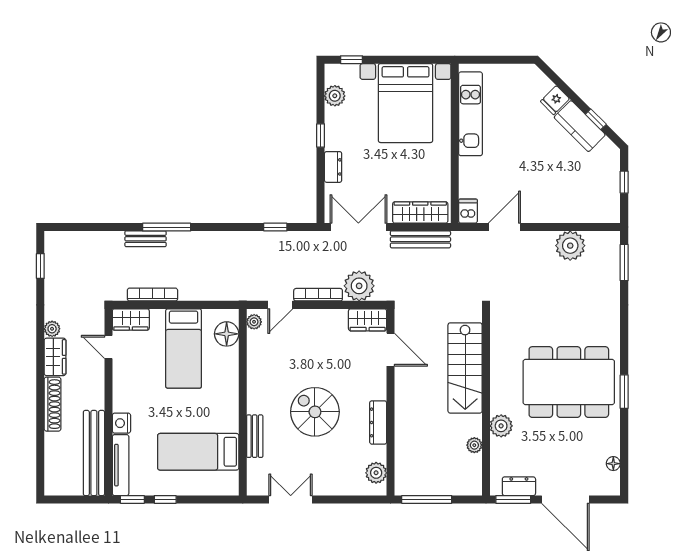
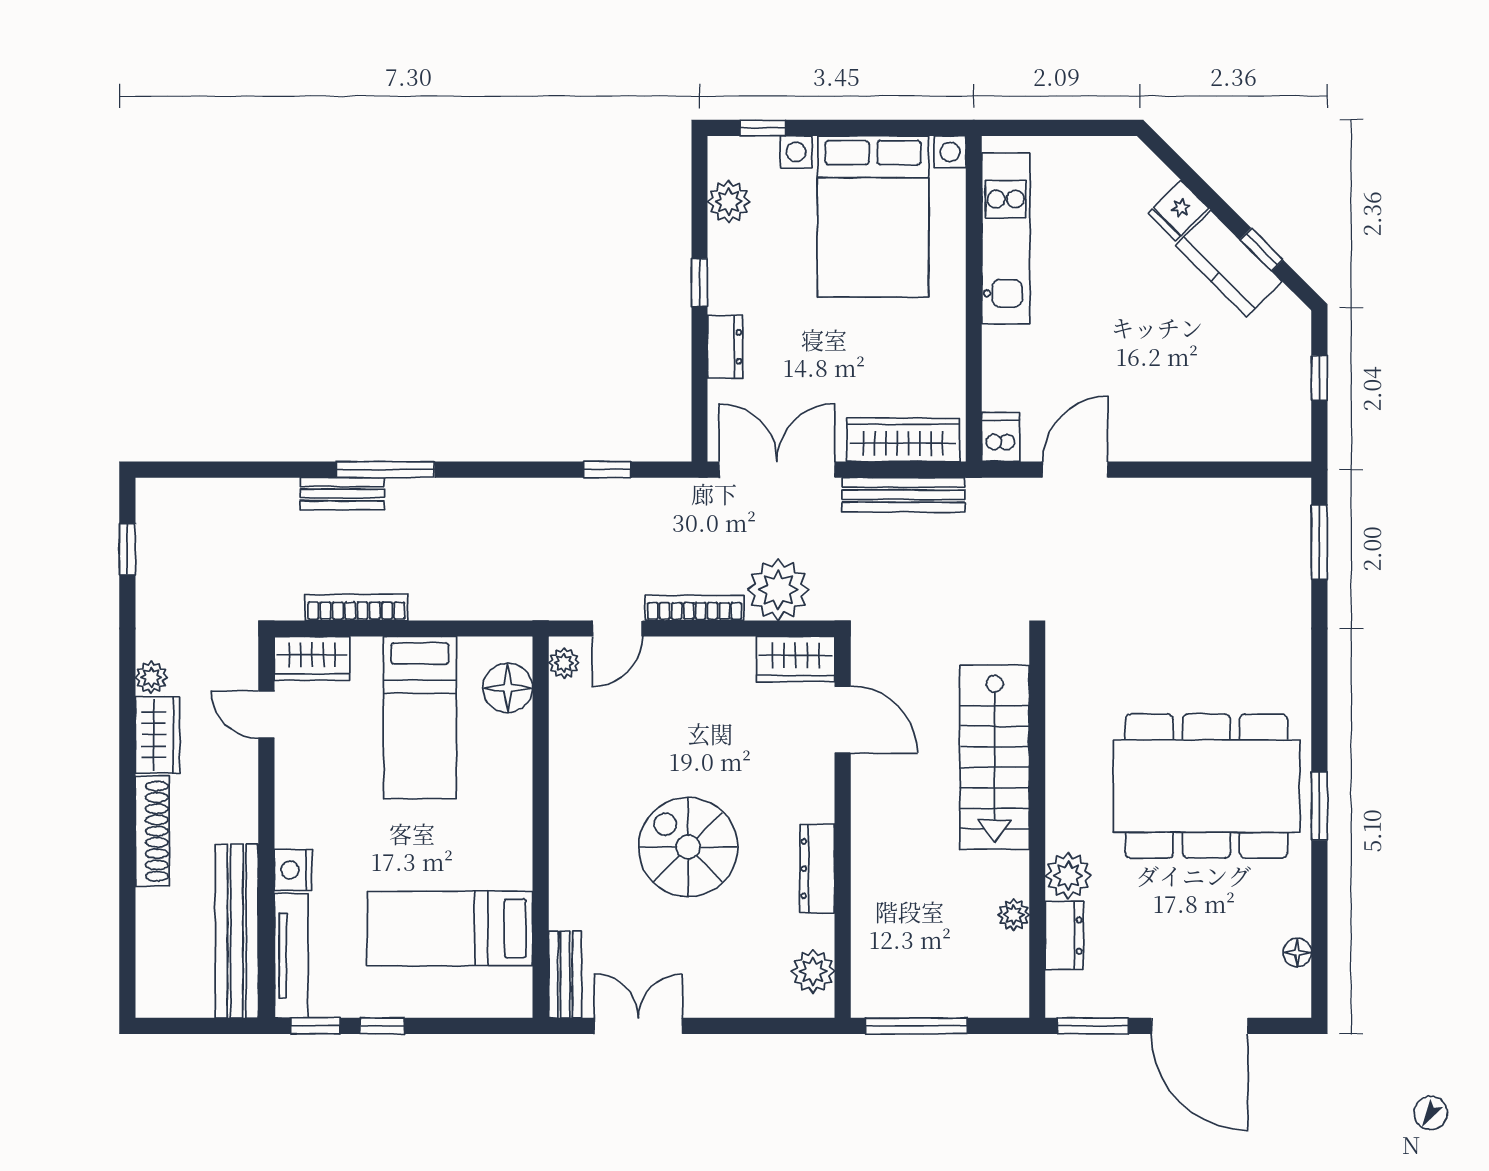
plant: (570, 246) -> (1209, 508), removed
bench: (255, 436) -> (565, 975), moved
dresser: (519, 486) -> (1064, 936), moved, turned 90

